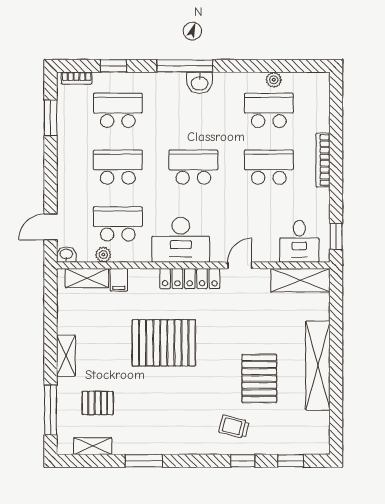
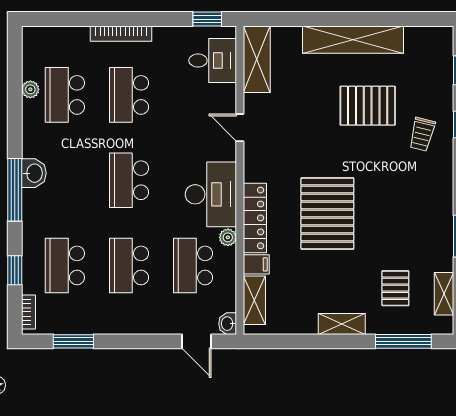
plant: (103, 255) -> (228, 237), moved
locker: (190, 279) -> (255, 218), moved

